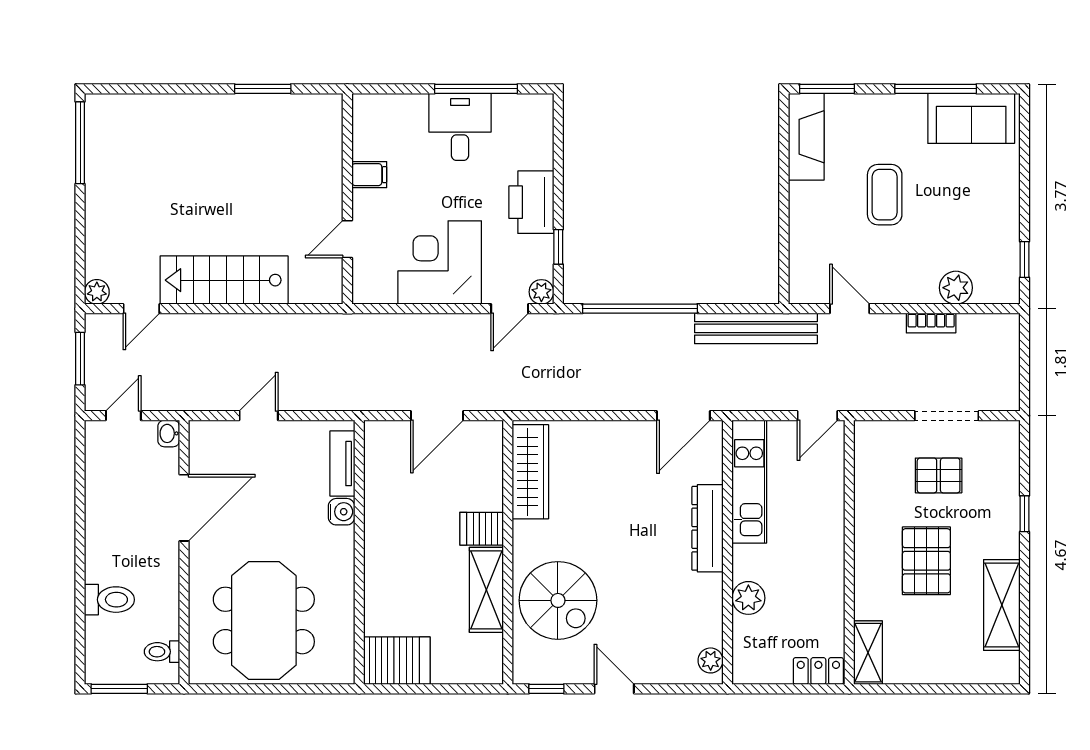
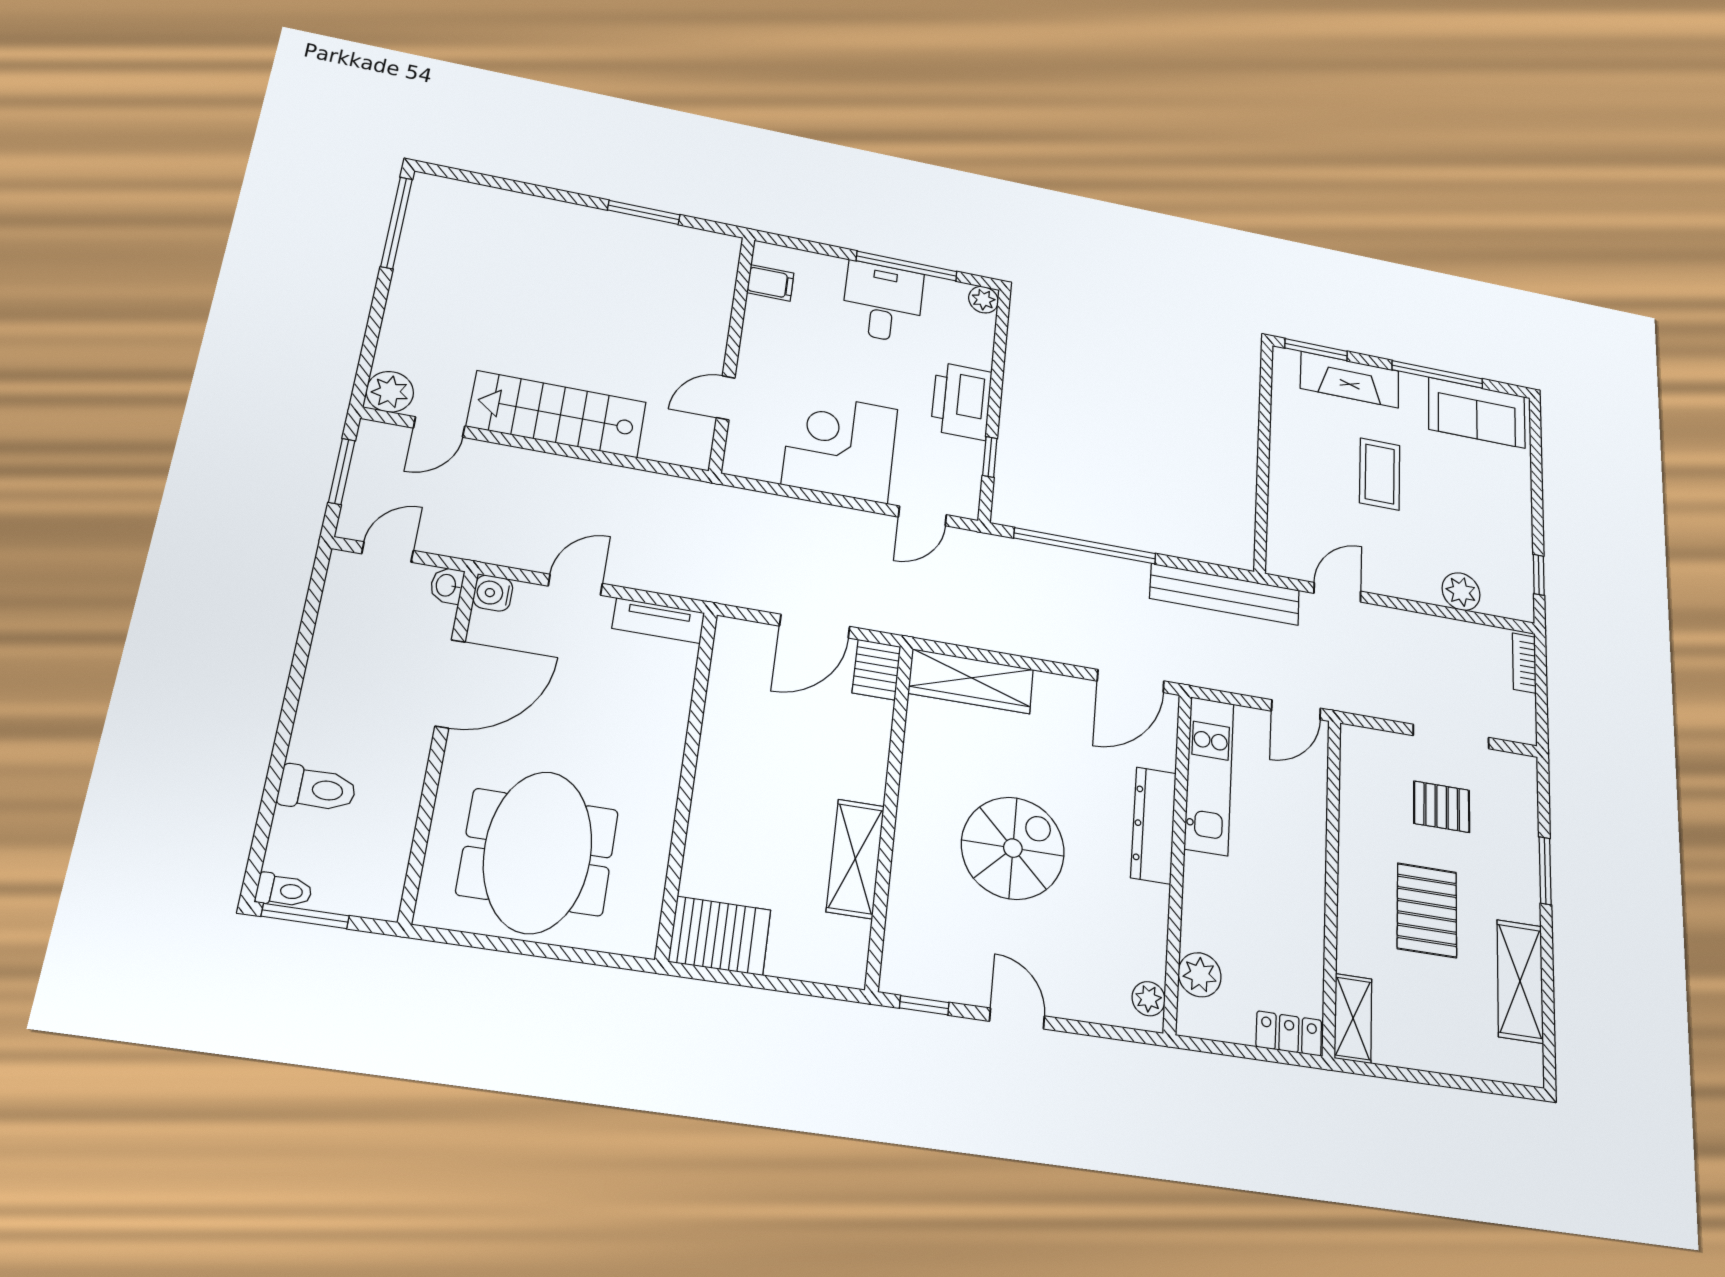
fireplace: (806, 137) -> (1350, 380), moved, turned 90
filing cabinet: (369, 175) -> (770, 283), moved
plant: (97, 292) -> (390, 392), width x1.38, depth x1.38
plant: (541, 292) -> (983, 300), moved
door: (850, 309) -> (1337, 592), hinge flipped
bookcase: (931, 323) -> (1524, 663), moved, turned 90
tv unit: (342, 464) -> (659, 621), moved, turned -90
wardrobe: (530, 472) -> (971, 681), moved, turned 90
water cooler: (342, 512) -> (493, 593), moved, turned 180
window: (1025, 514) -> (1545, 871), width x1.50
server rack: (482, 529) -> (877, 670), moved, turned -90
plant: (748, 598) -> (1200, 975), moved
spiral stairs: (558, 600) -> (1013, 848), moved, turned -90
toilet: (162, 652) -> (284, 890), moved, turned 180

